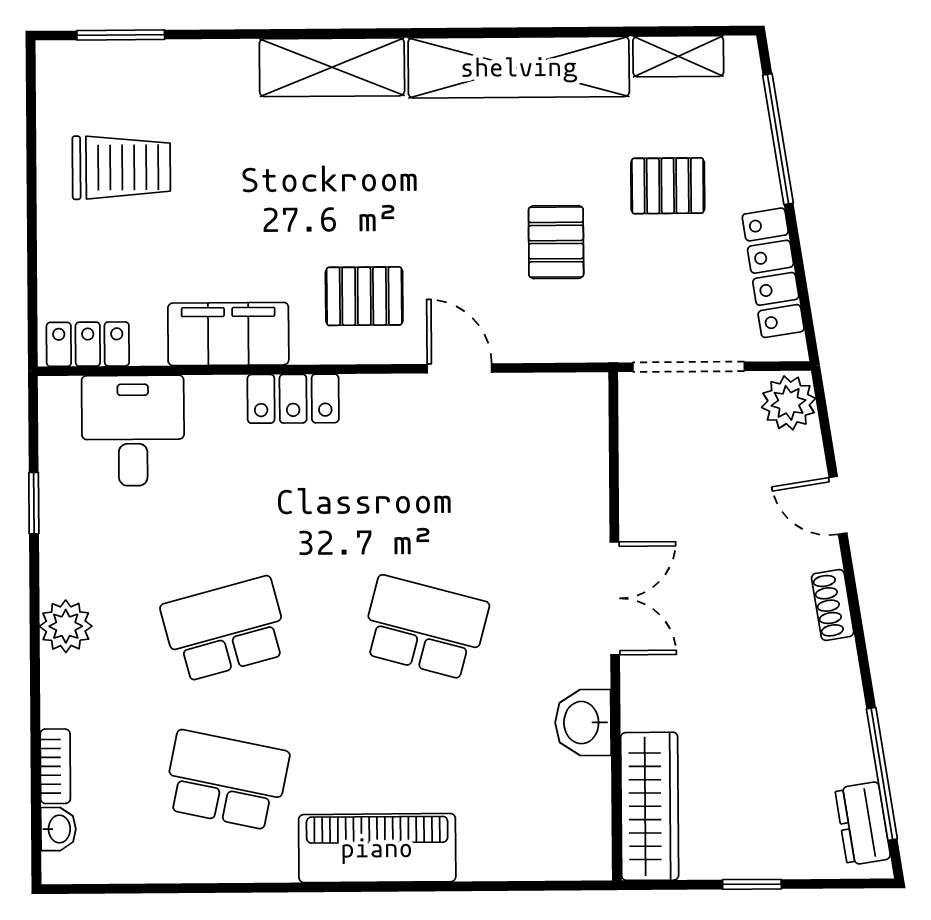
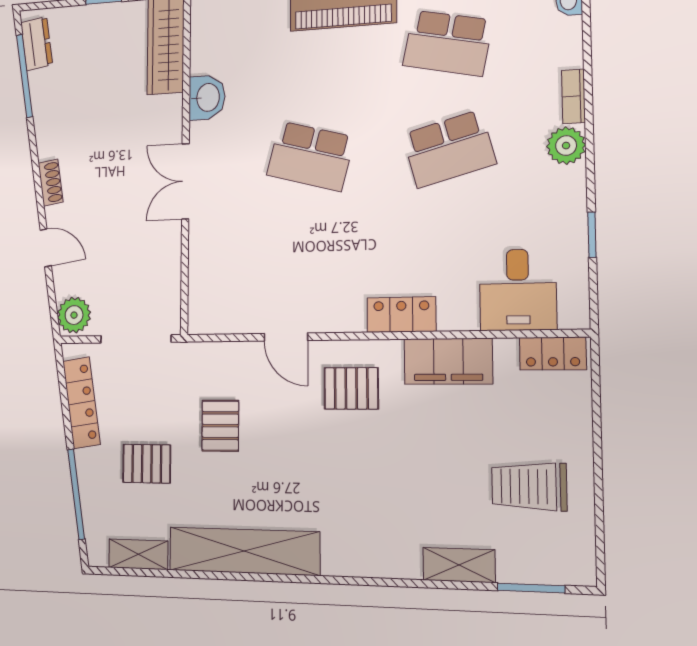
shelving: (332, 67) -> (459, 565), moved, width x0.67, depth x0.75
bookcase: (55, 766) -> (573, 96), moved

